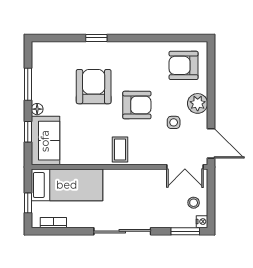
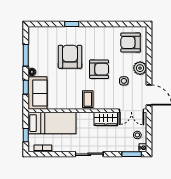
wardrobe: (147, 179) -> (106, 119), added
sliding door: (122, 231) -> (89, 154), width x0.73

